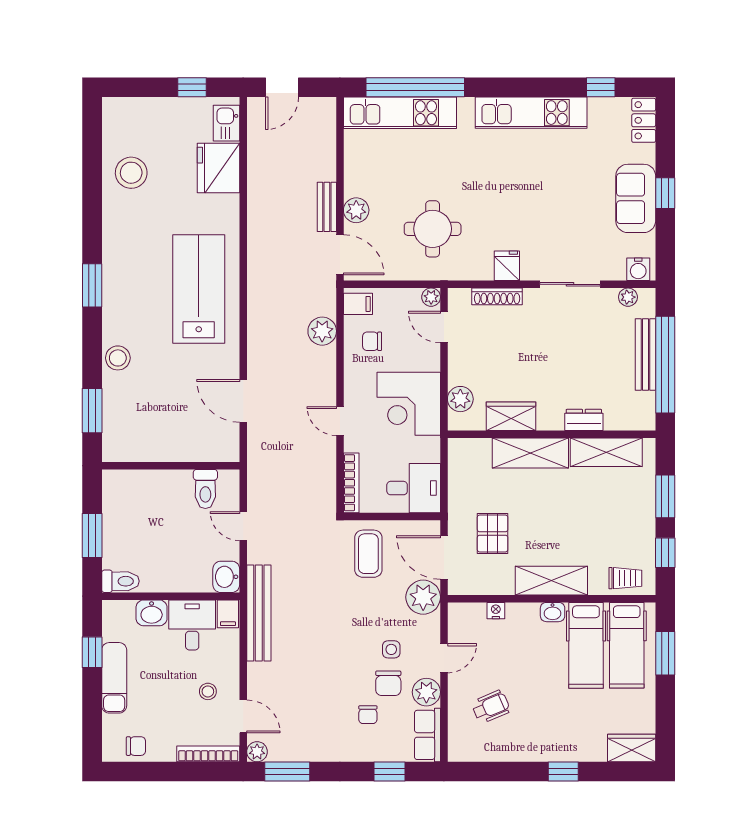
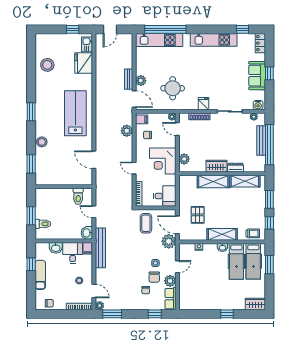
wardrobe: (511, 416) -> (217, 166), moved
toilet: (120, 581) -> (43, 224), moved
wheelchair: (491, 707) -> (197, 287), removed

